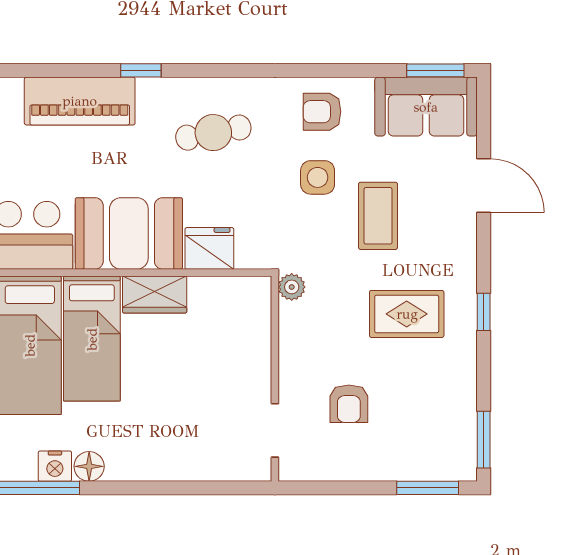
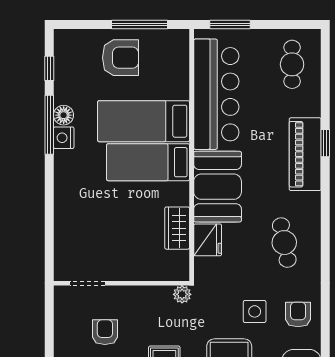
window: (141, 70) -> (325, 143), moved
wardrobe: (155, 295) -> (177, 228), moved
armchair: (349, 404) -> (105, 332), turned 90
floor lamp: (89, 466) -> (64, 115), moved

